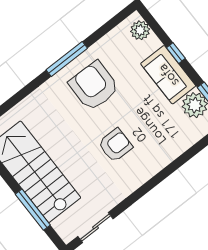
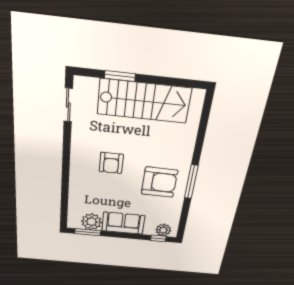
window: (176, 53) -> (158, 238), moved
window: (33, 210) -> (120, 76), width x0.69

